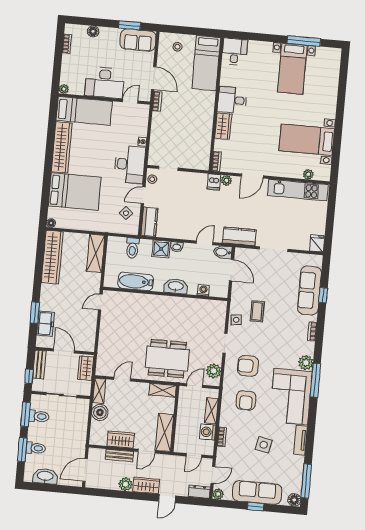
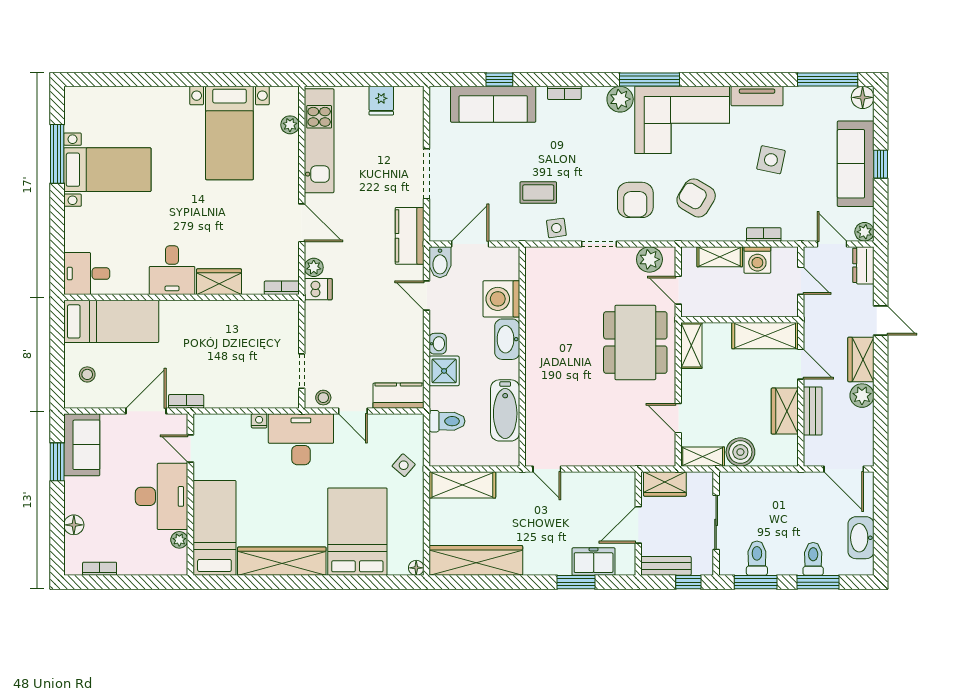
plant: (64, 89) -> (179, 540), moved
side table: (126, 213) -> (404, 465), moved
fridge: (317, 243) -> (381, 101), moved, turned -90
washing machine: (203, 290) -> (501, 299), width x1.89, depth x1.89
armchair: (246, 400) -> (696, 198), turned -149

